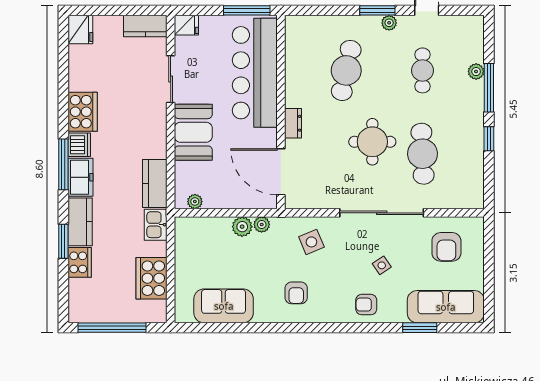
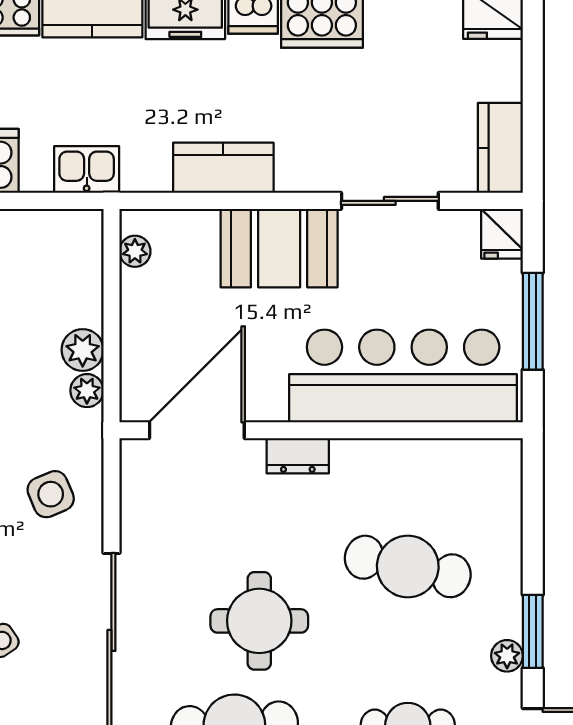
window: (247, 10) -> (533, 321), moved
kitchen counter: (155, 183) -> (223, 168), moved

